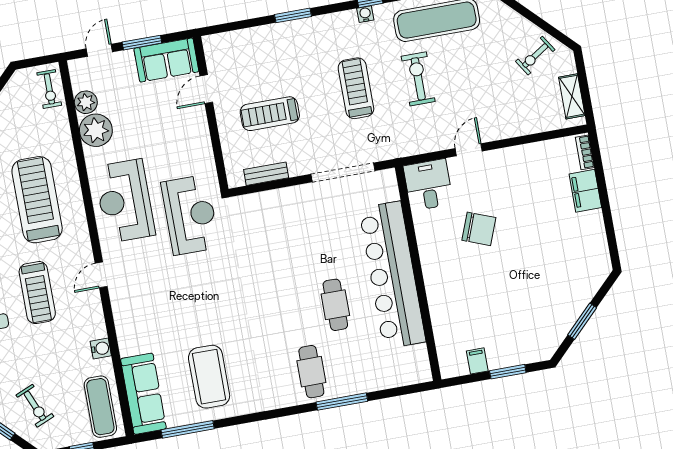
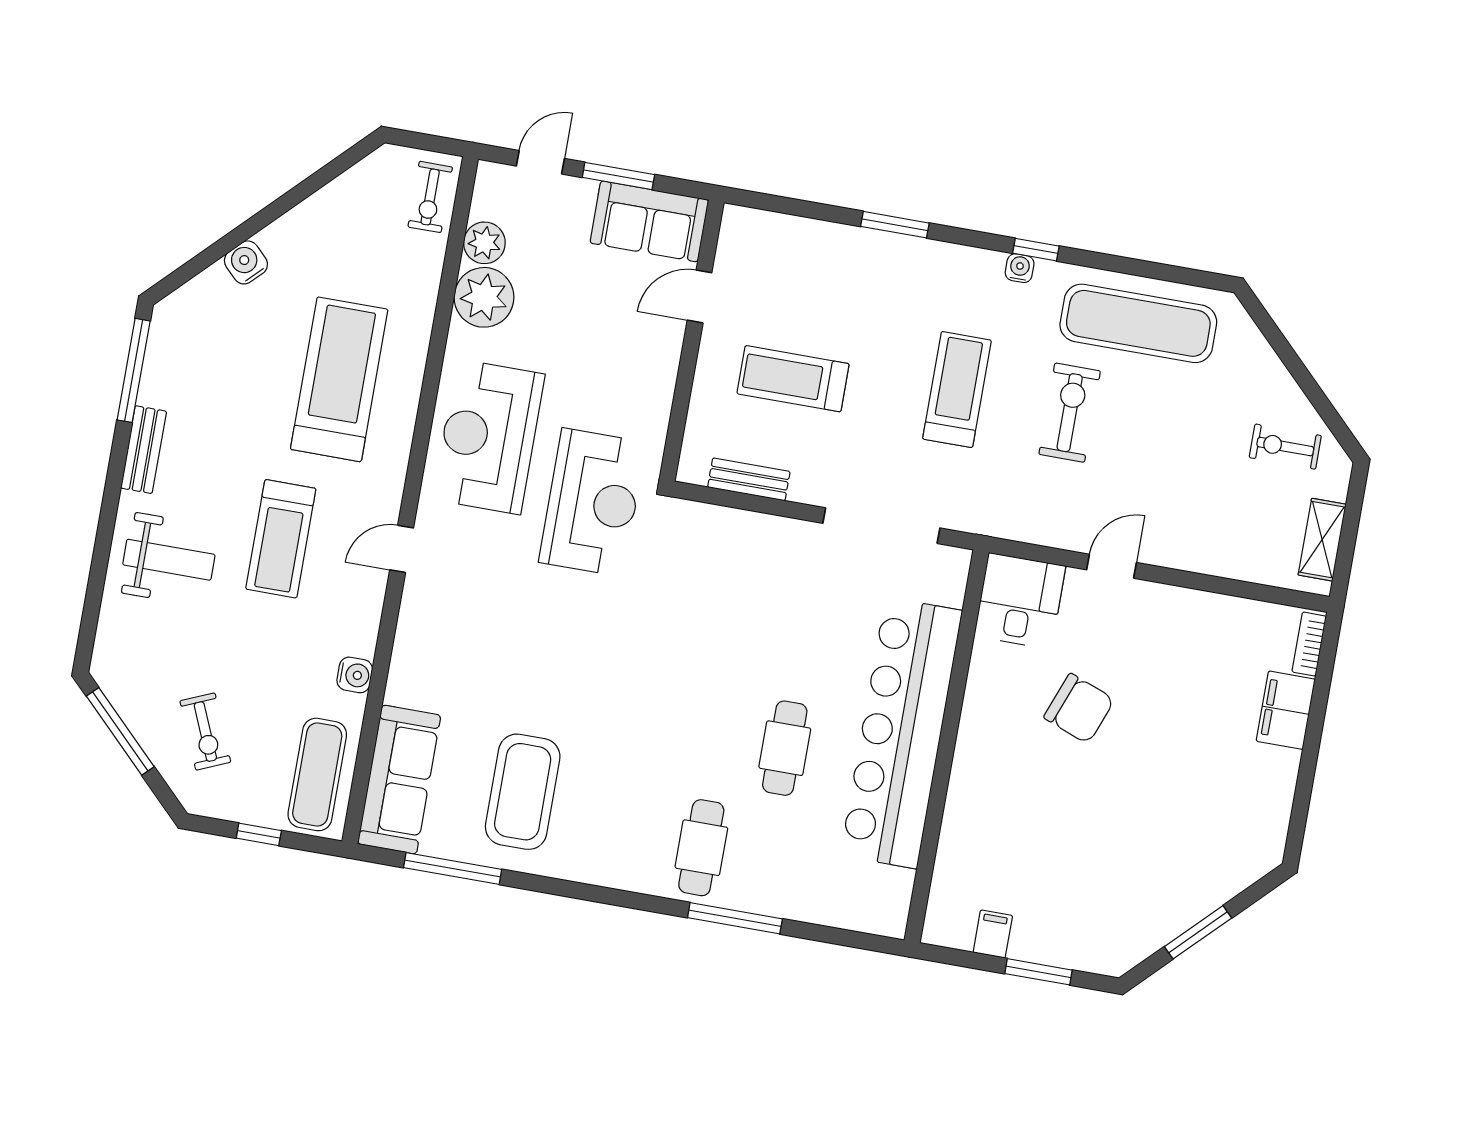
exercise bike: (535, 56) -> (1285, 447), turned 33

